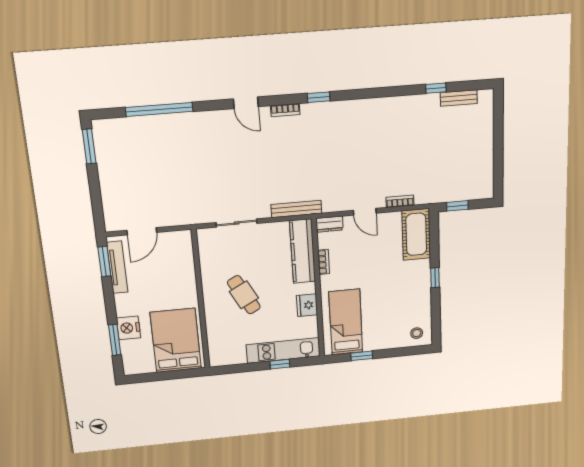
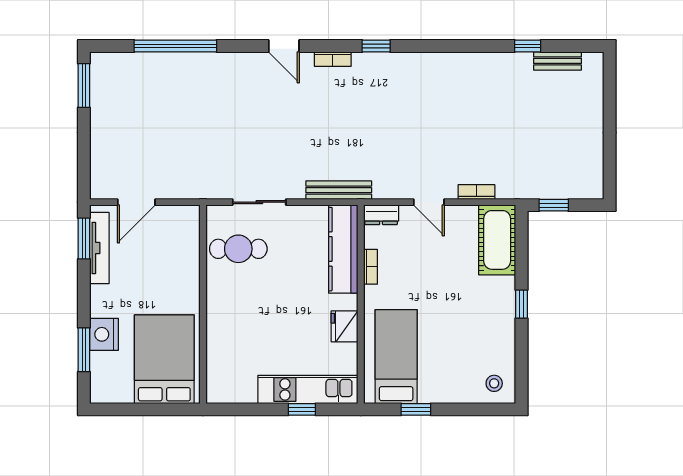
cafe table: (244, 295) -> (238, 249), moved, turned -62

